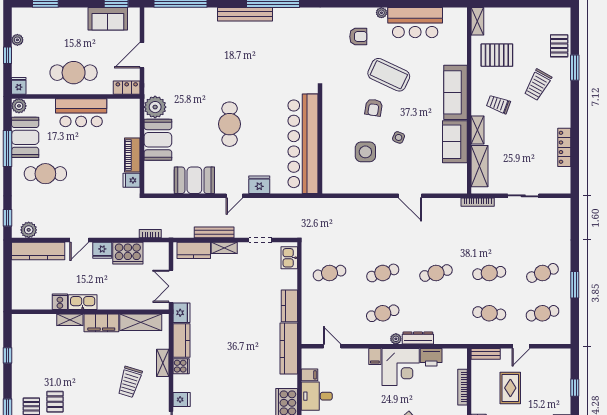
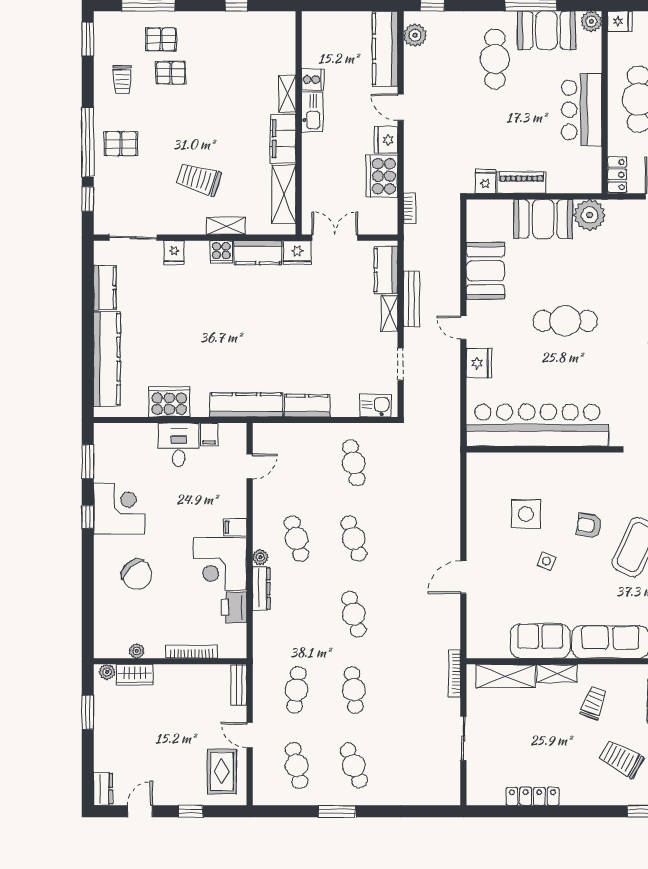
rug: (510, 388) -> (222, 772), moved, turned 90

